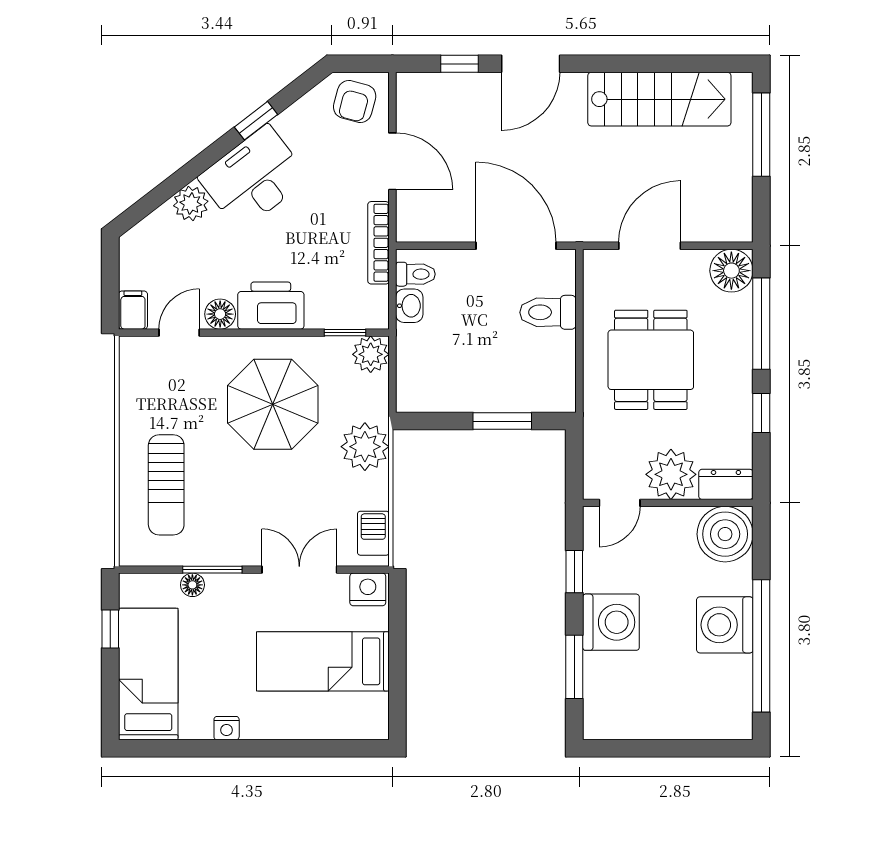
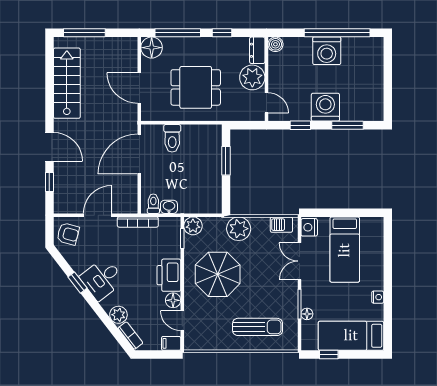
desk: (254, 178) -> (102, 279), width x0.73
bookcase: (149, 228) -> (130, 336), added
boiler: (725, 534) -> (275, 44), width x0.54, depth x0.54

